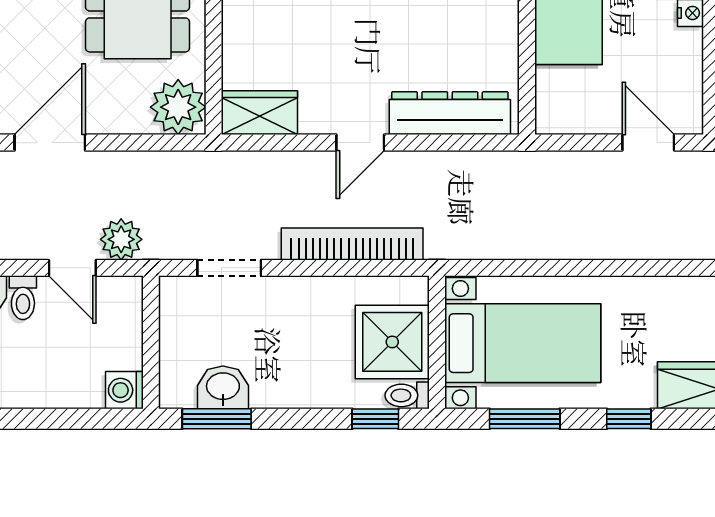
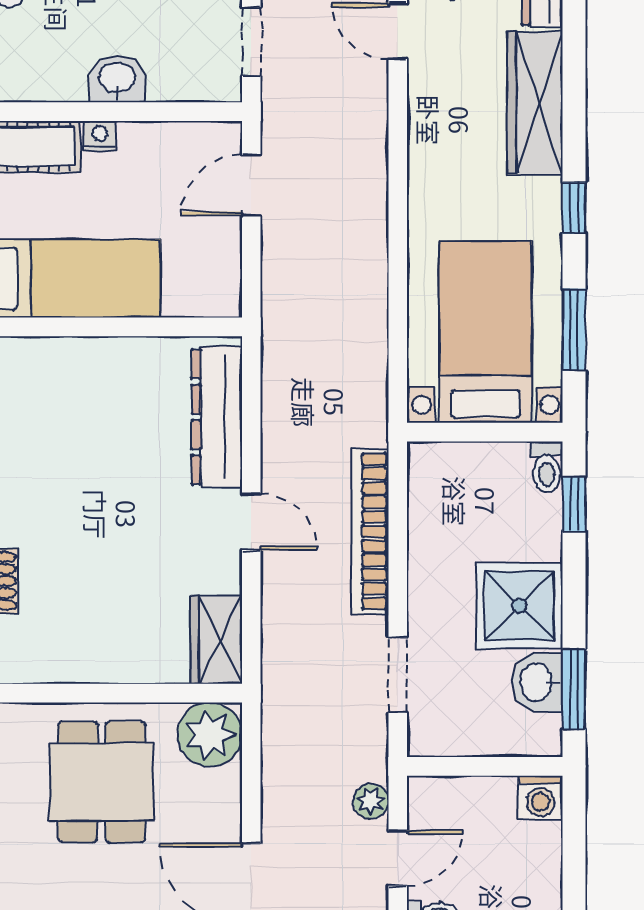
plant: (121, 239) -> (371, 801), width x0.73, depth x0.73
shower: (392, 342) -> (519, 606), moved

